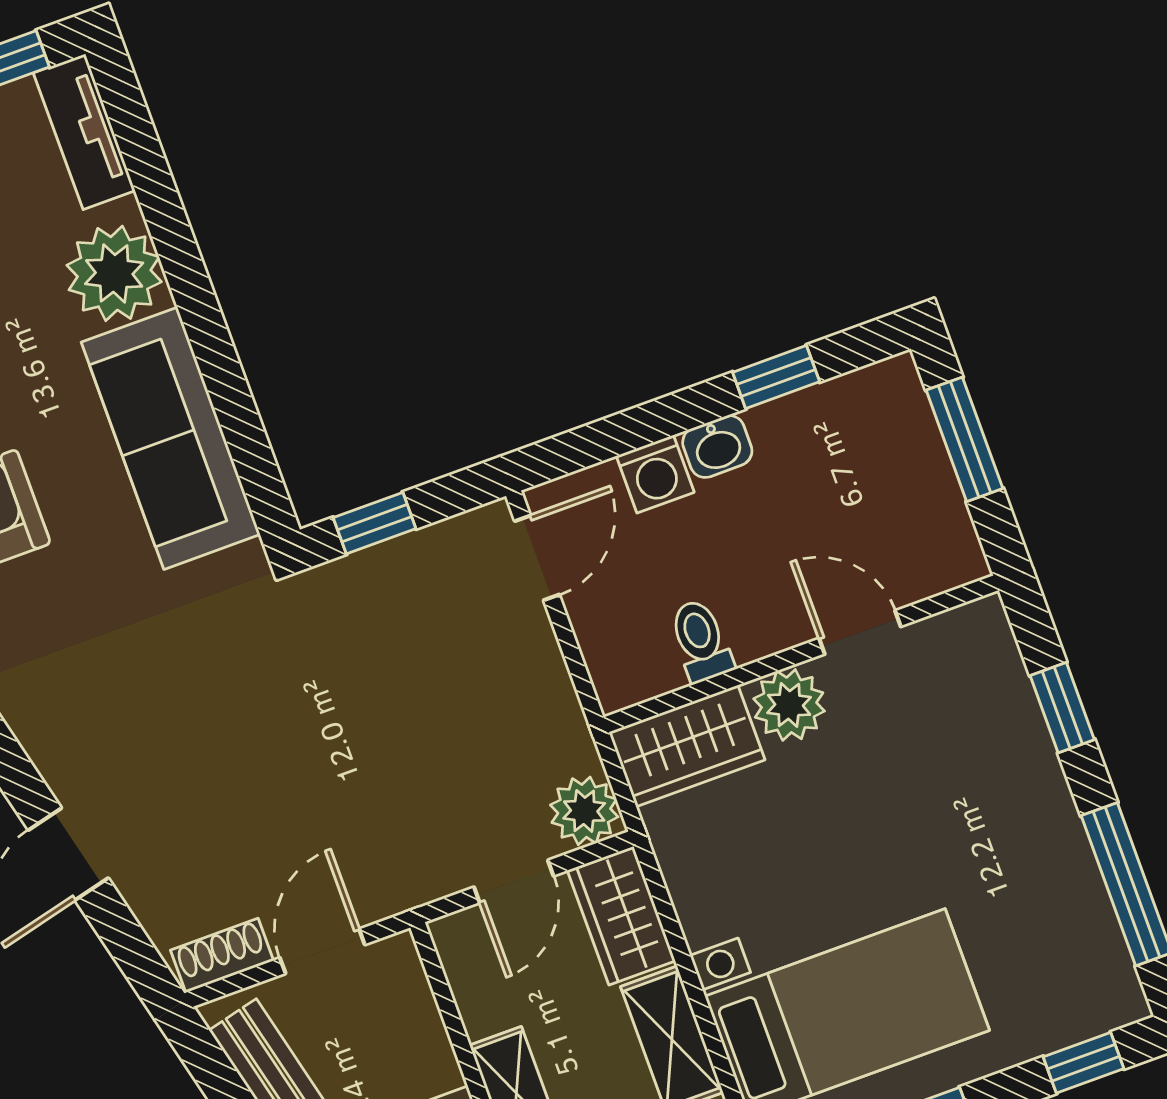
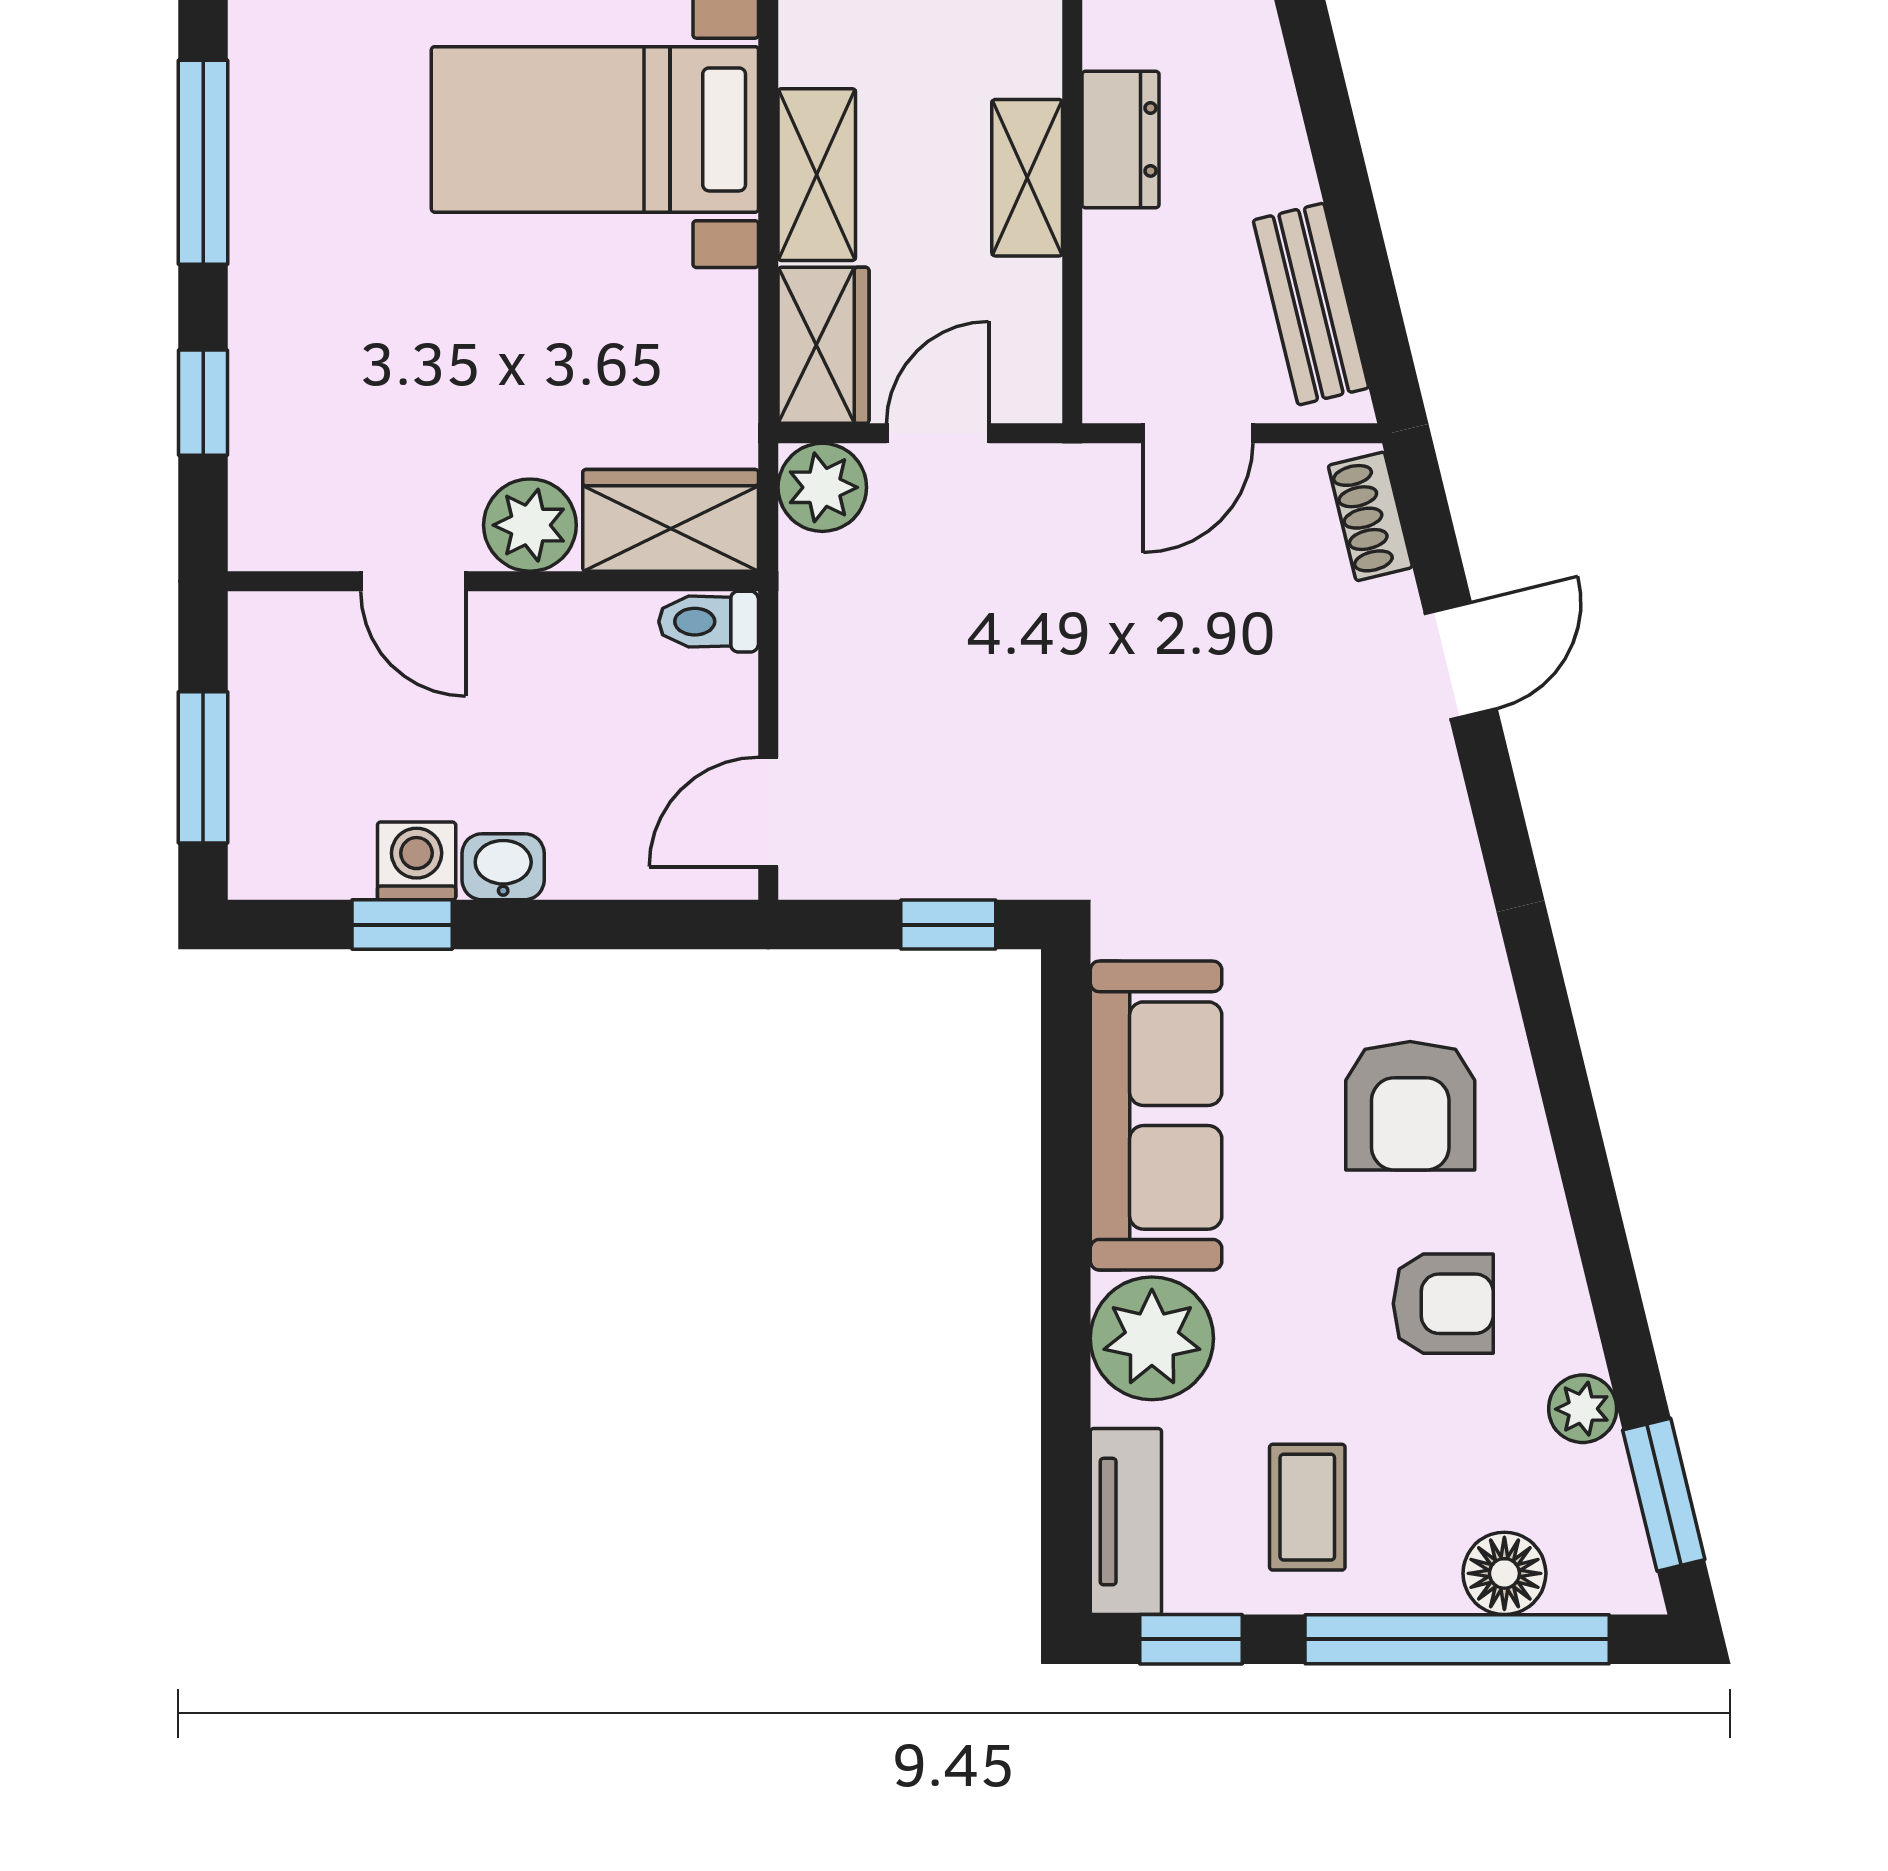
washing machine: (655, 474) -> (417, 861), moved
toilet: (701, 641) -> (709, 622), moved, turned 90
shoe rack: (222, 955) -> (1370, 516), moved, turned 76

